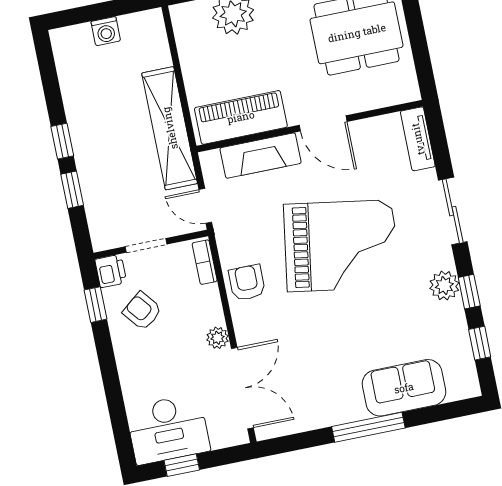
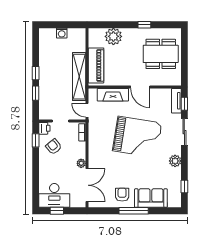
piano: (241, 117) -> (96, 65), moved, turned 90
armchair: (247, 283) -> (122, 195), moved
window: (469, 292) -> (184, 104), moved

